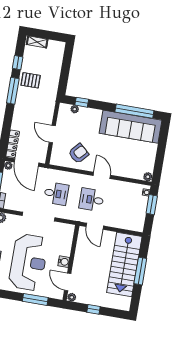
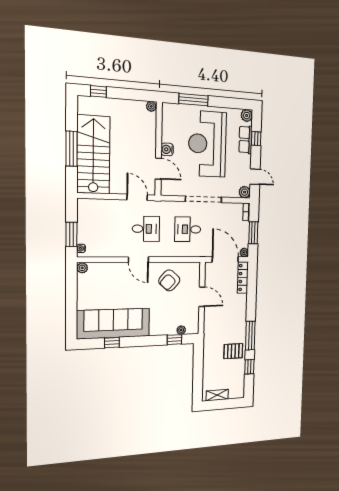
shelving: (37, 42) -> (217, 395), moved
window: (134, 111) -> (112, 343), width x0.32
door: (68, 282) -> (158, 169), moved
window: (94, 309) -> (98, 91), moved

